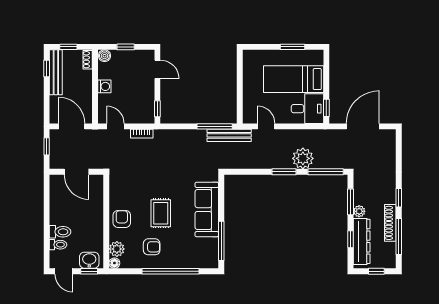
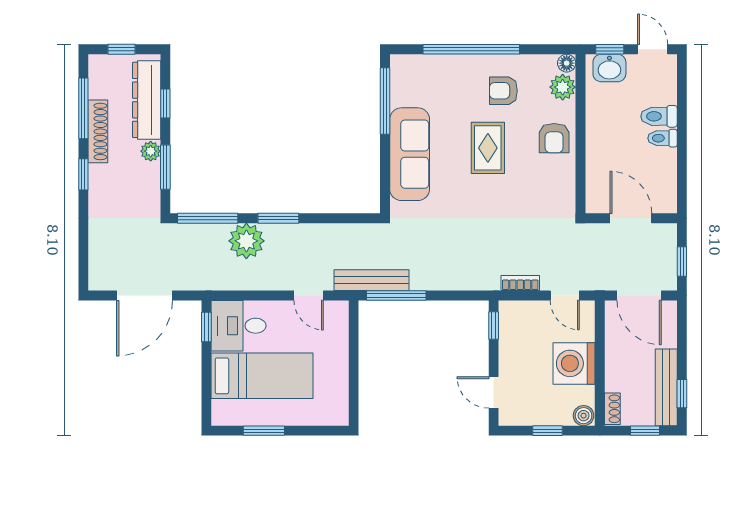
washing machine: (104, 86) -> (574, 363), width x1.89, depth x1.89
toilet: (58, 245) -> (662, 138), moved

